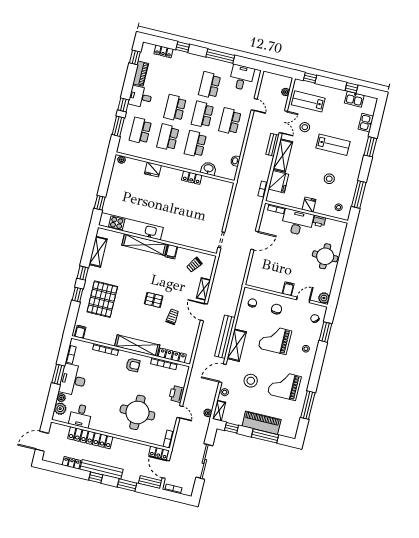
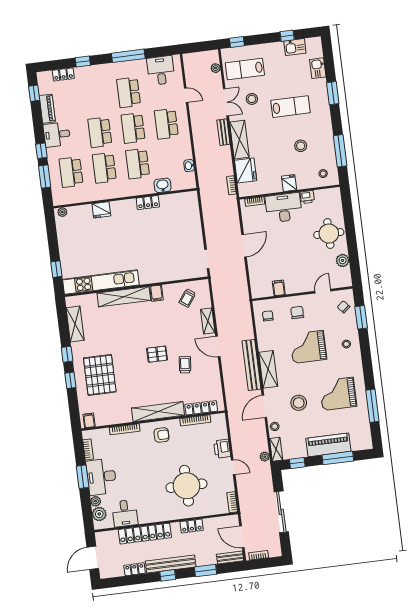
filing cabinet: (288, 289) -> (279, 288), moved
plant: (324, 298) -> (343, 260), moved
locker: (159, 453) -> (192, 526), moved

